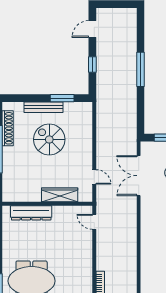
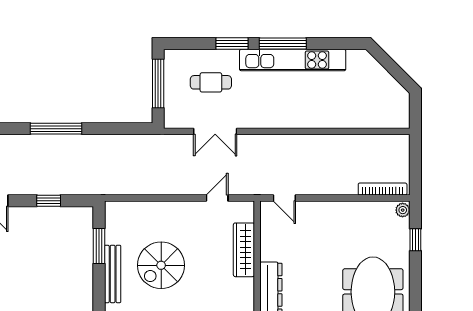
double door: (139, 176) -> (215, 131), width x0.73
door: (94, 222) -> (284, 198), hinge flipped

